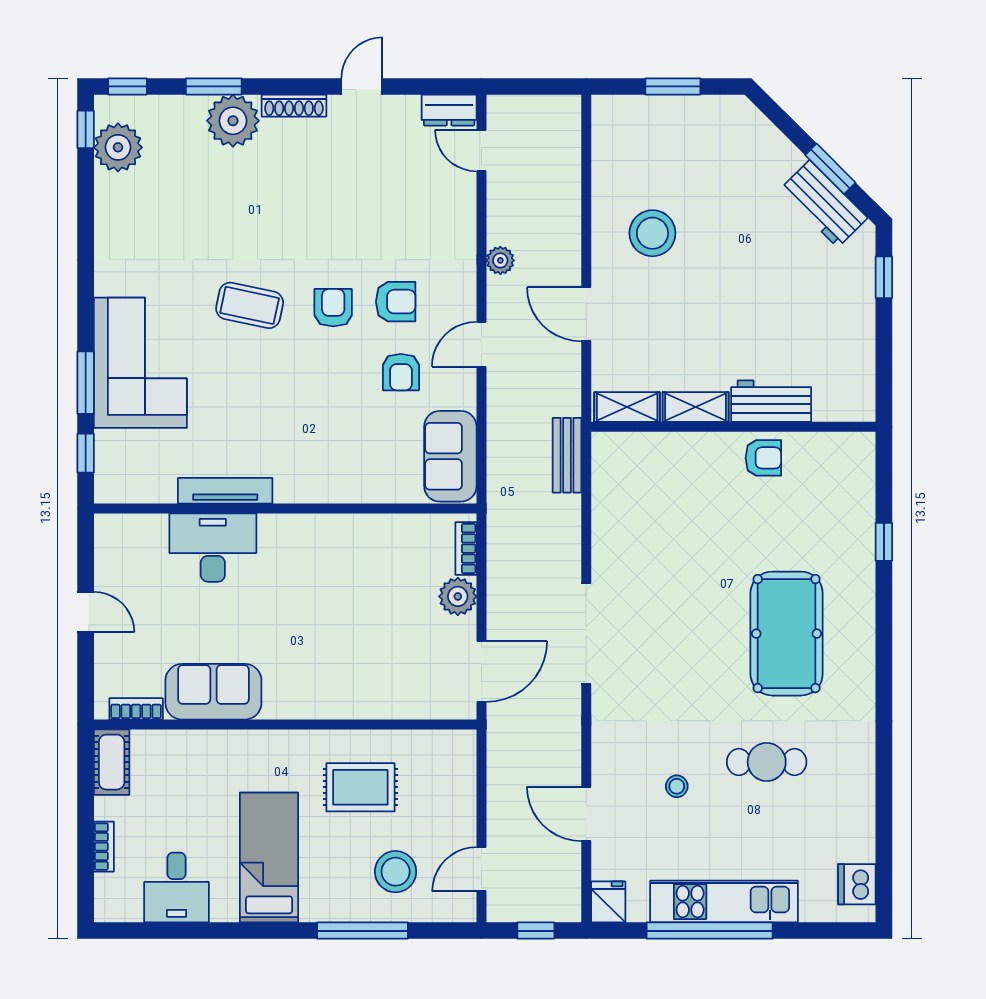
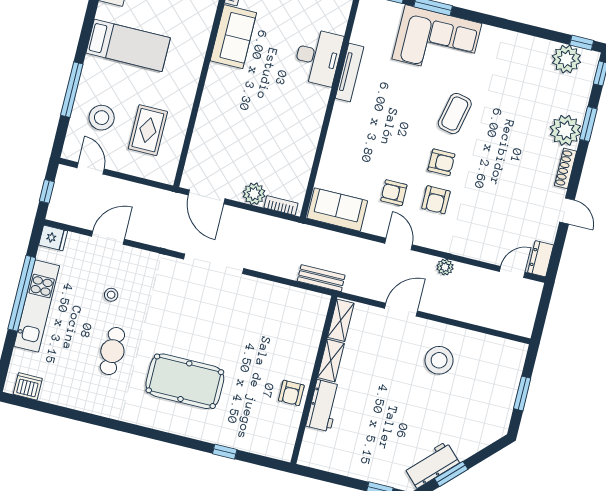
rug: (360, 787) -> (148, 130), moved

